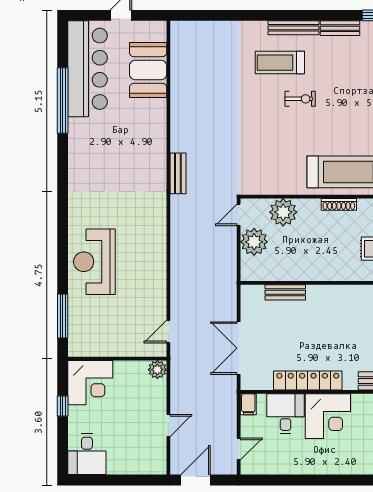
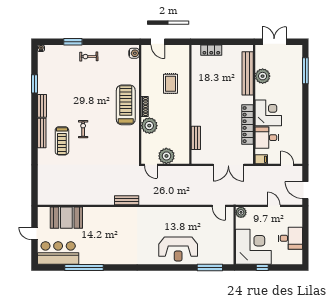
bar counter: (88, 69) -> (58, 253), width x0.73
plant: (283, 212) -> (149, 126), moved
corner desk: (90, 383) -> (253, 247), width x1.36, depth x1.36
desk: (87, 454) -> (290, 238), moved

